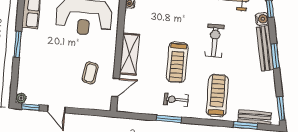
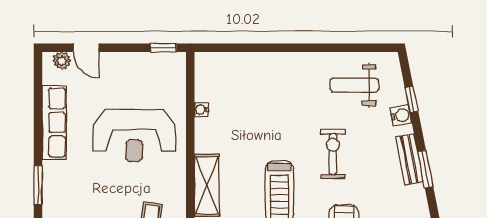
bench: (265, 48) -> (410, 159), width x0.73

